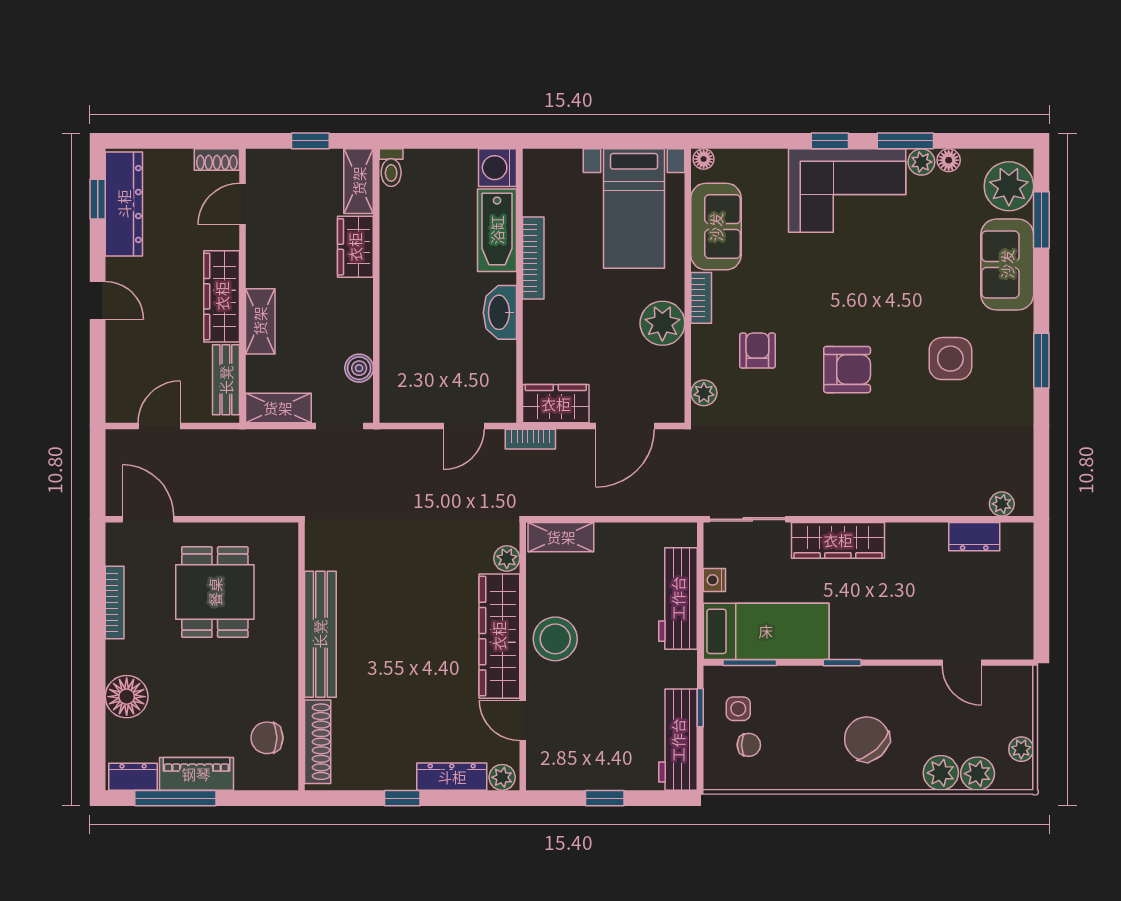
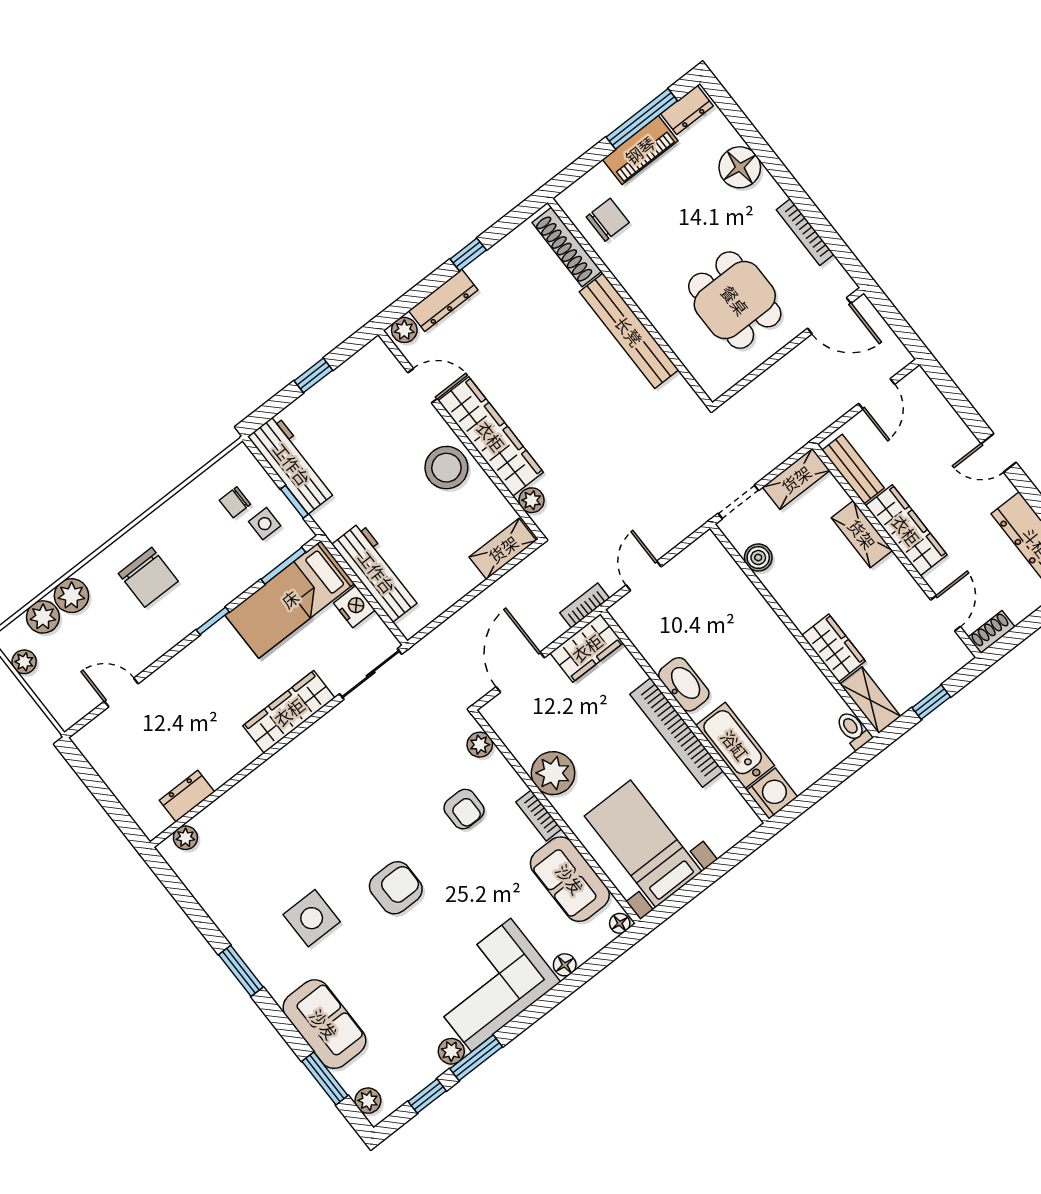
window: (830, 141) -> (427, 1096), moved
floor lamp: (949, 160) -> (565, 965), moved
plant: (1009, 186) -> (368, 1101), width x0.53, depth x0.53
bookcase: (533, 258) -> (676, 733), width x1.48, depth x1.31
armchair: (847, 370) -> (396, 888), moved, turned 180
nightstand: (714, 580) -> (354, 607), width x1.39, depth x1.35
chair: (867, 739) -> (148, 577), turned 42

